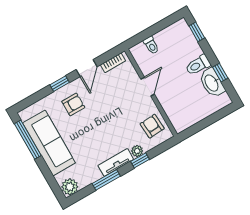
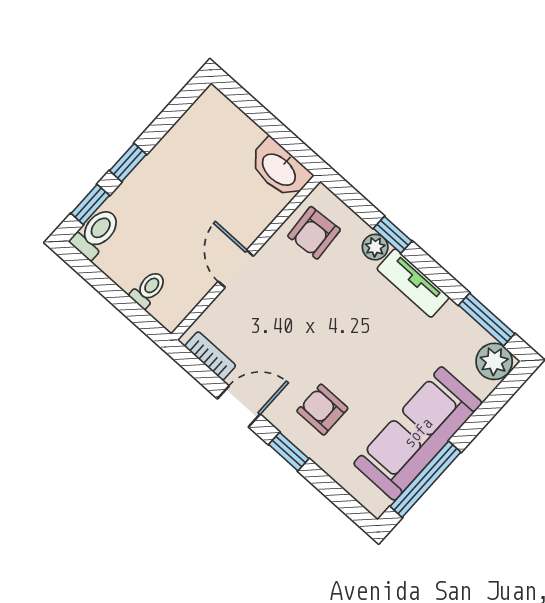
toilet: (198, 65) -> (96, 233), moved, turned -90
window: (220, 73) -> (128, 163), moved
washbasin: (212, 83) -> (280, 169), moved, turned 90
door: (148, 87) -> (236, 269), hinge flipped
window: (106, 180) -> (487, 319), moved

